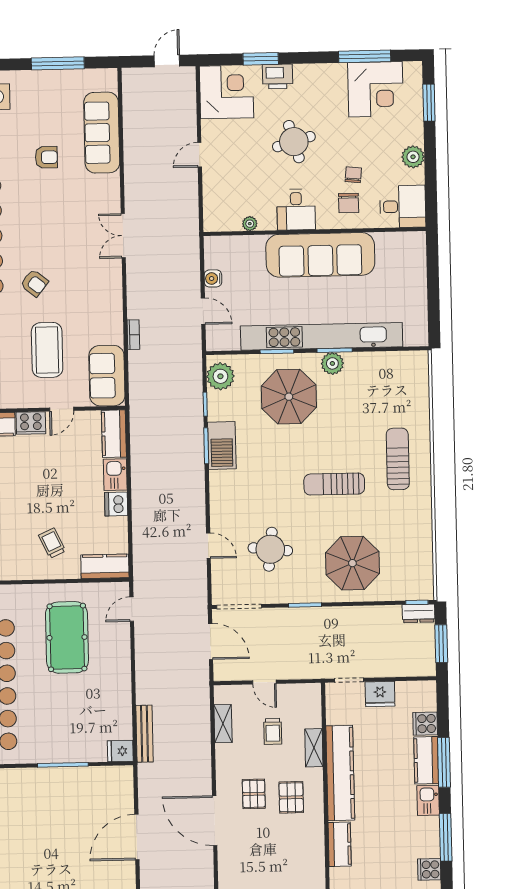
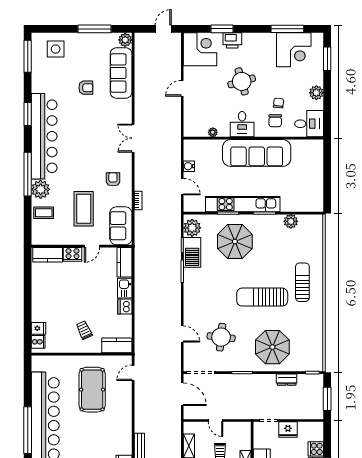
plant: (107, 80) -> (125, 40), added
armchair: (34, 283) -> (113, 179), moved, turned -129
kitchen unit: (322, 336) -> (243, 204), width x0.73
plant: (332, 363) -> (291, 221), moved
barbecue: (222, 445) -> (192, 252), moved
sun lounger: (334, 484) -> (262, 297), width x1.36, depth x1.34
dresser: (419, 613) -> (287, 380), moved

